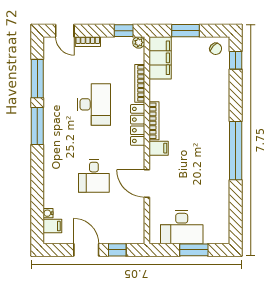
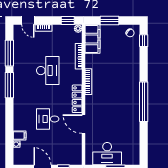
locker: (138, 125) -> (77, 99), moved
filing cabinet: (159, 148) -> (91, 100), removed
desk: (94, 176) -> (48, 119), turned 90
filing cabinet: (52, 226) -> (20, 135), moved

